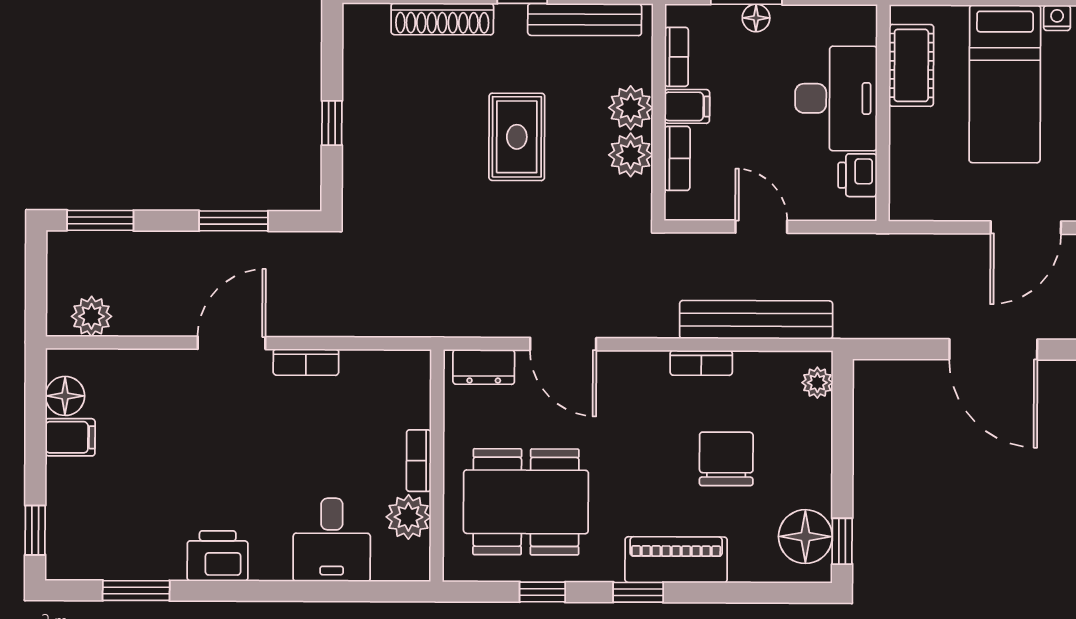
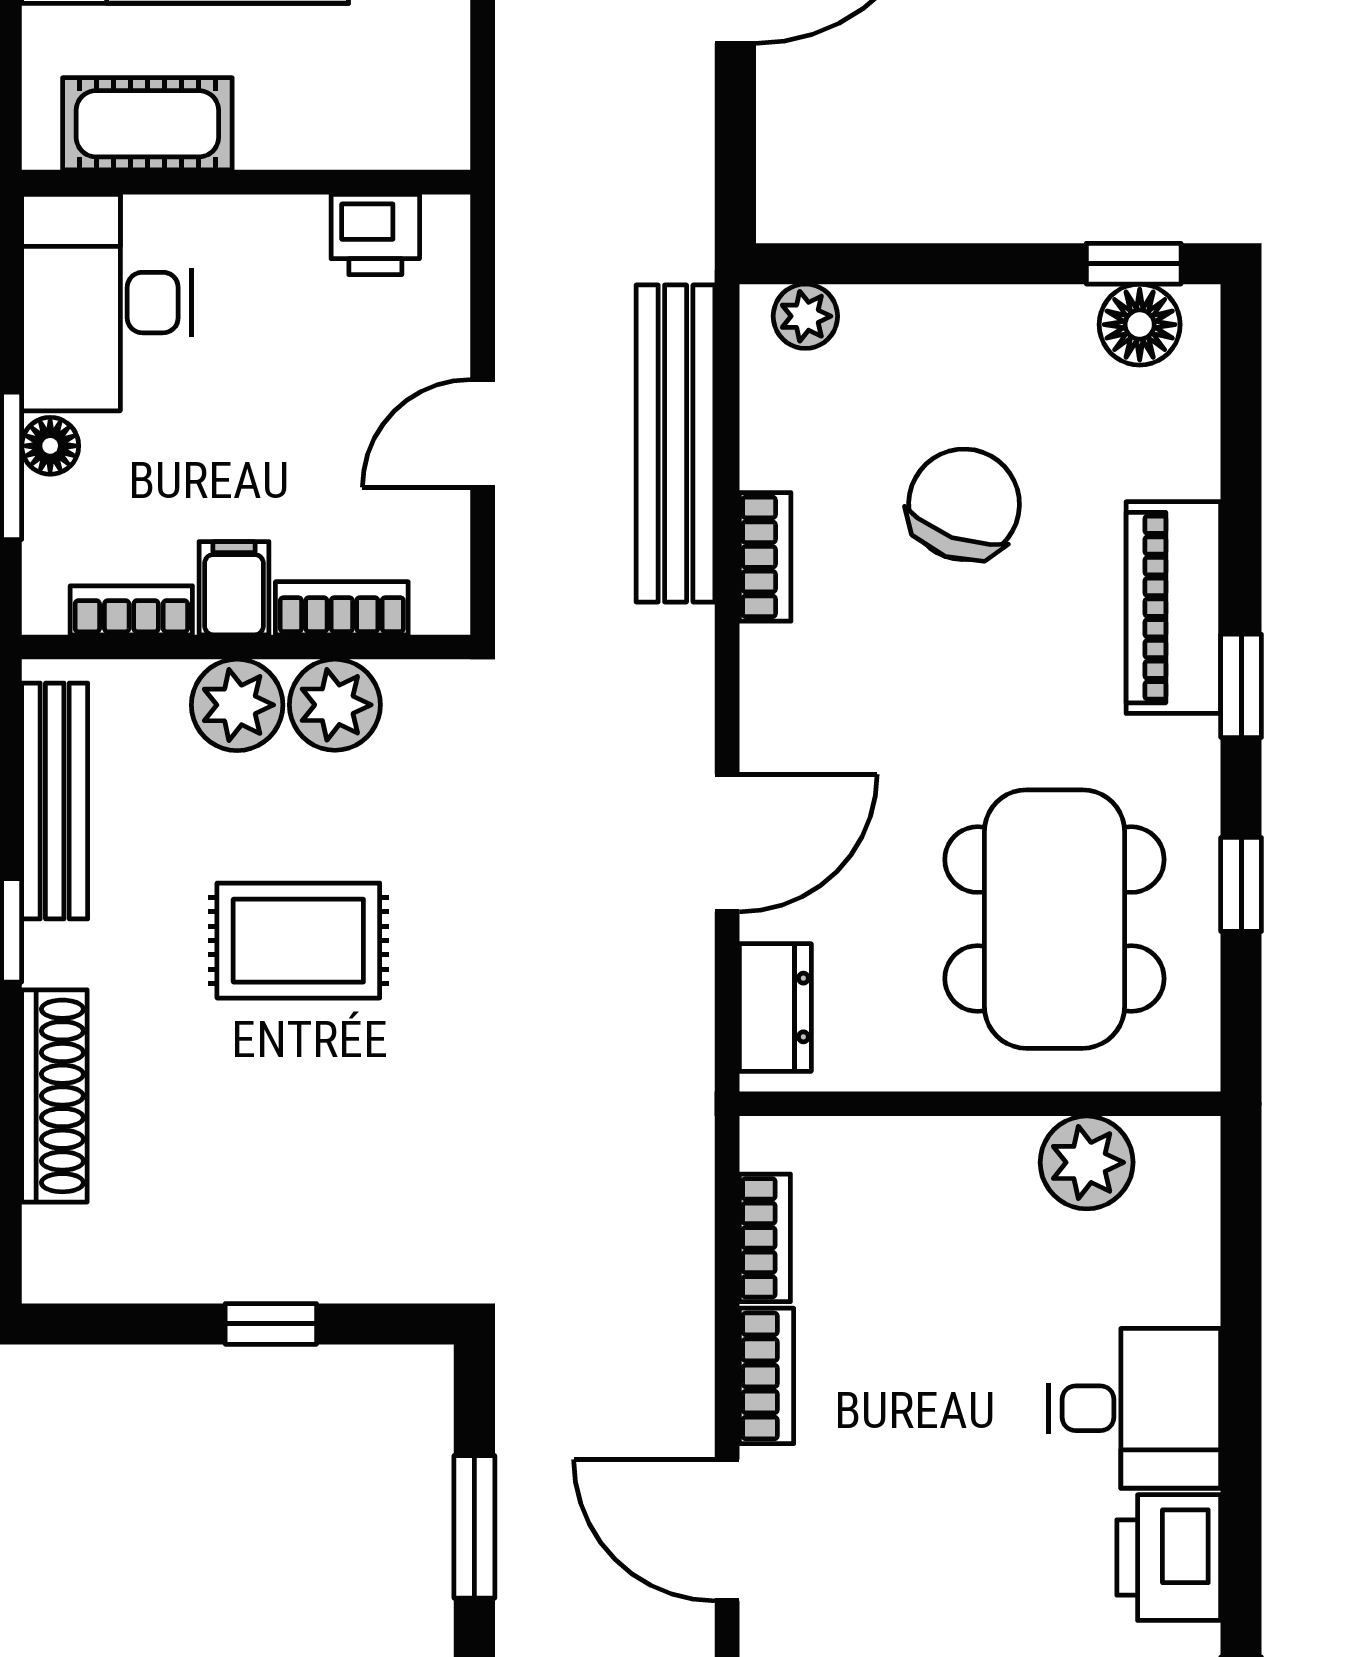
desk: (836, 98) -> (107, 303), moved, turned -90
chair: (726, 459) -> (964, 504), turned 110
bookcase: (419, 461) -> (765, 1238), moved, turned -90
floor lamp: (805, 537) -> (1140, 325), width x0.73, depth x0.73
desk: (332, 540) -> (1135, 1408), moved

